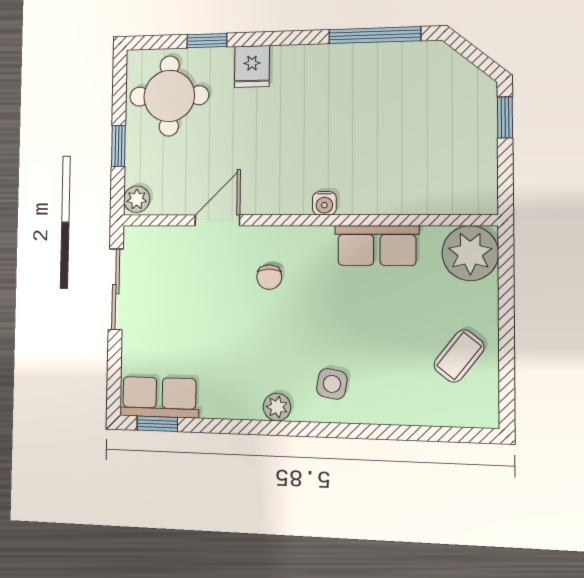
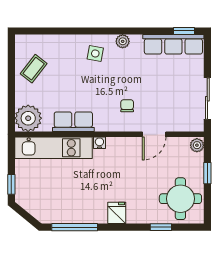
fridge: (252, 66) -> (117, 213), moved
kitchen unit: (417, 193) -> (53, 148), added
row of seats: (159, 397) -> (173, 44), width x1.48

